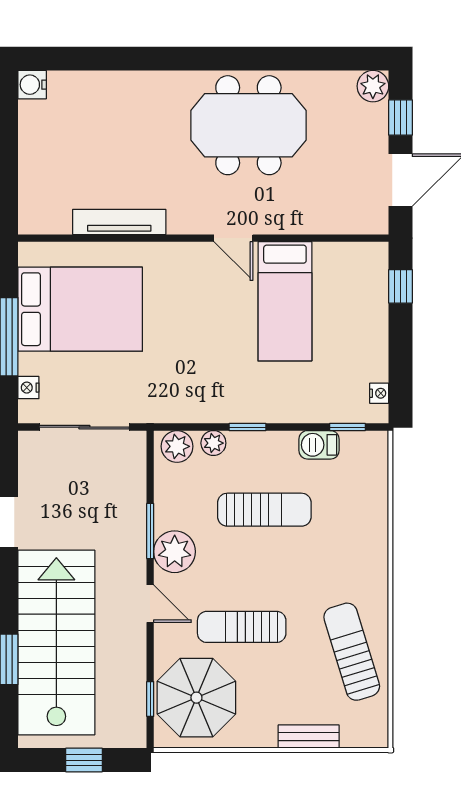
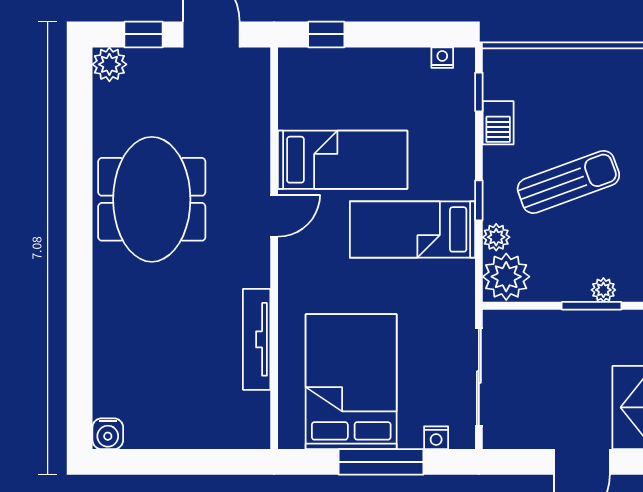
bed: (221, 366) -> (412, 229), added
plant: (177, 446) -> (506, 277), width x1.36, depth x1.36
sun lounger: (264, 510) -> (568, 182), turned 70
plant: (175, 552) -> (603, 290), width x0.53, depth x0.53

